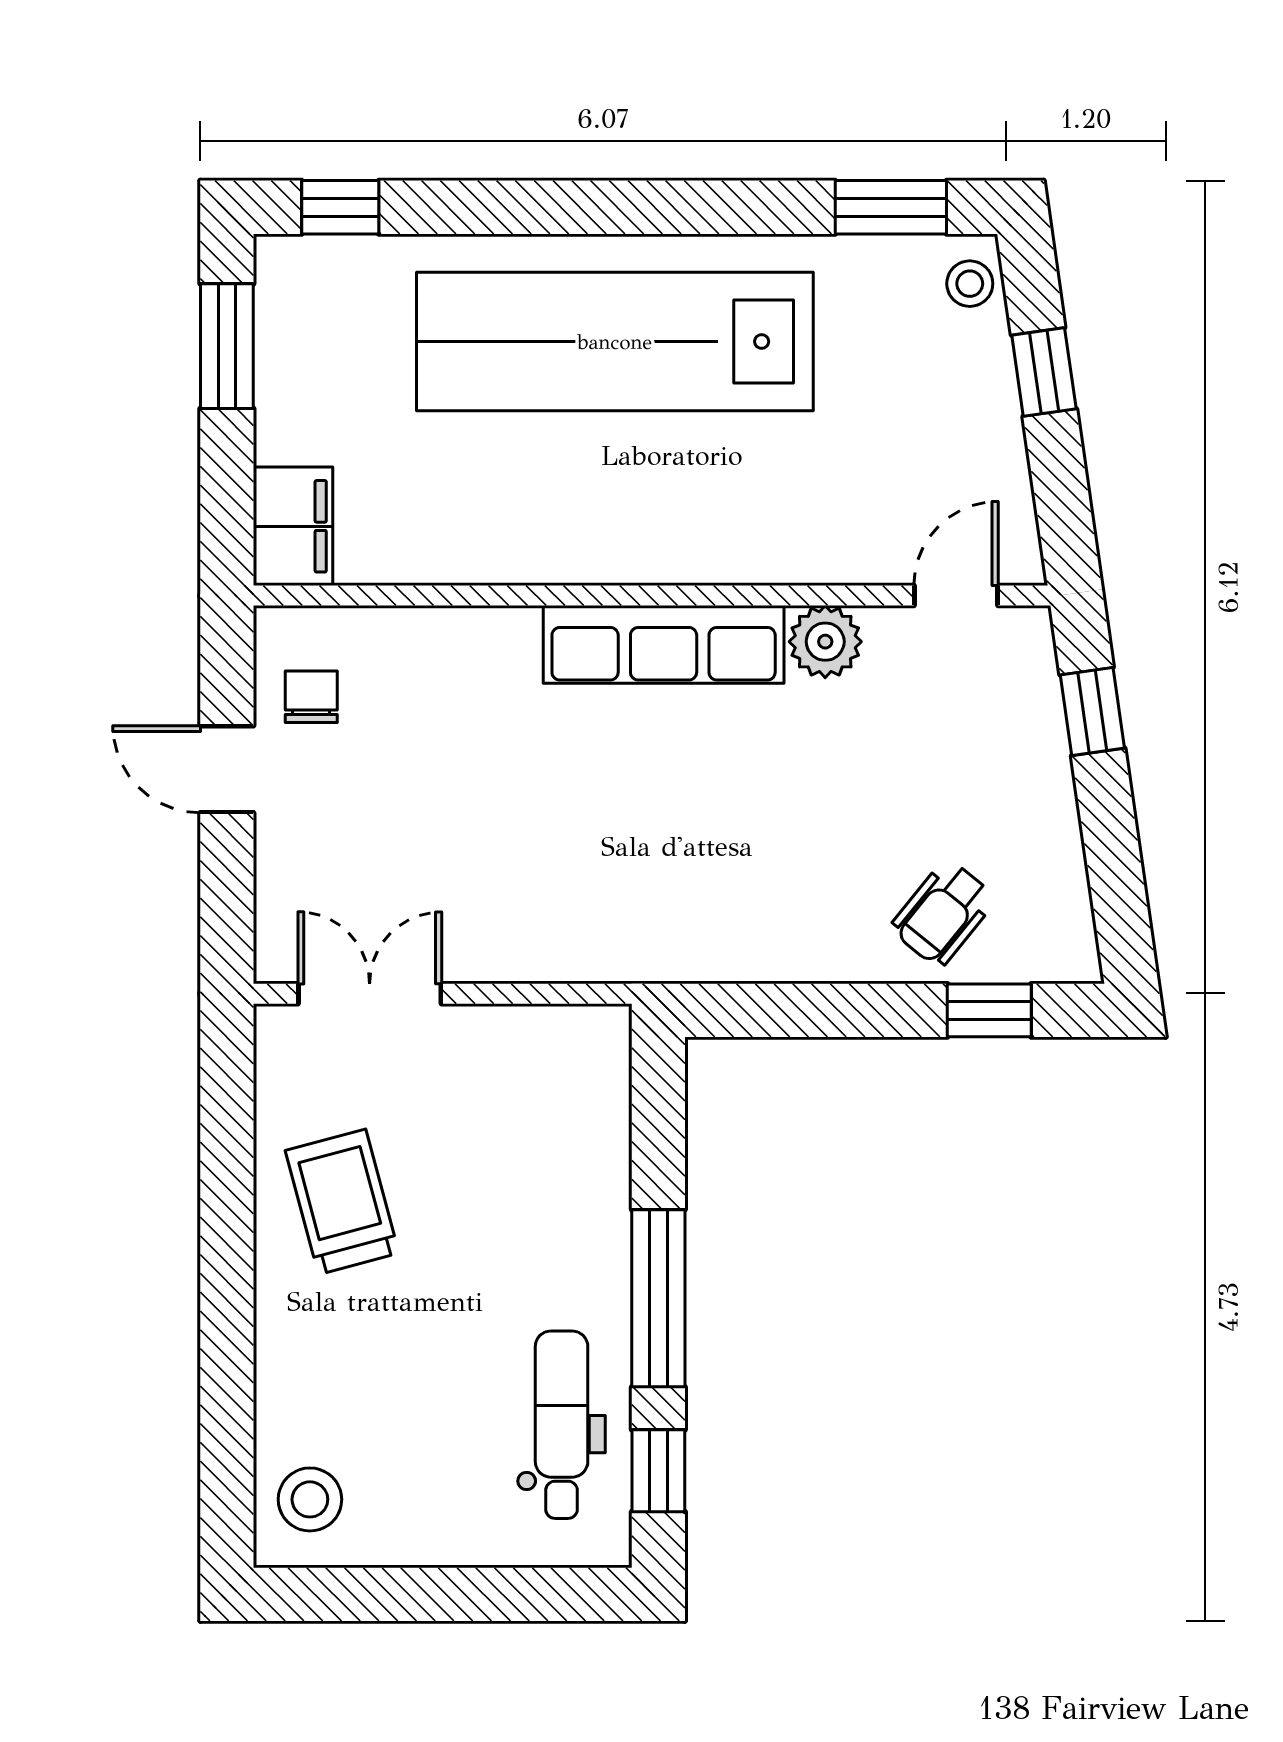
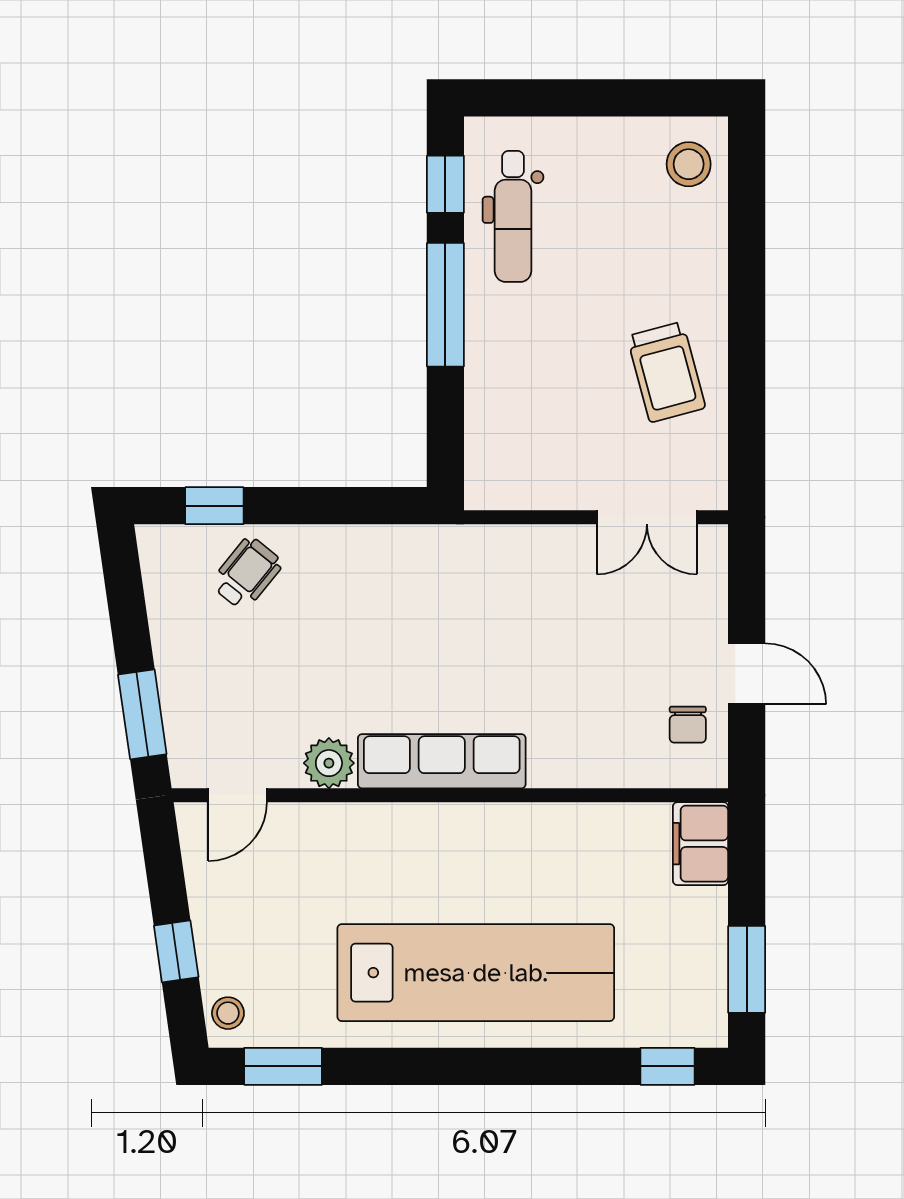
window: (1092, 711) -> (142, 714), width x1.50

